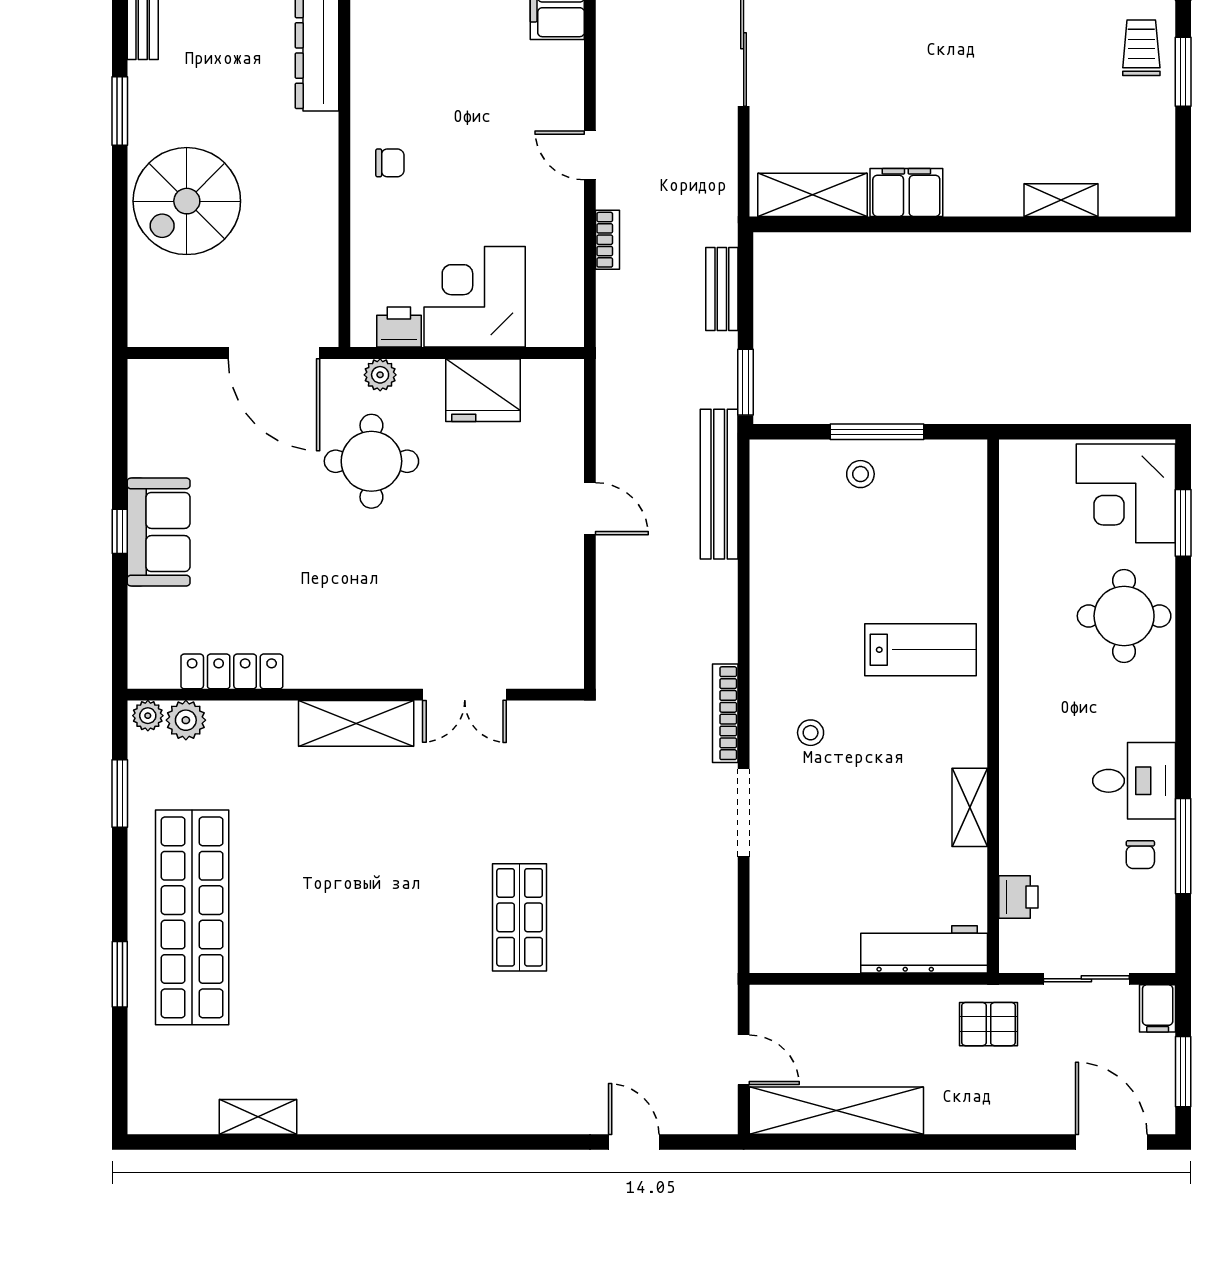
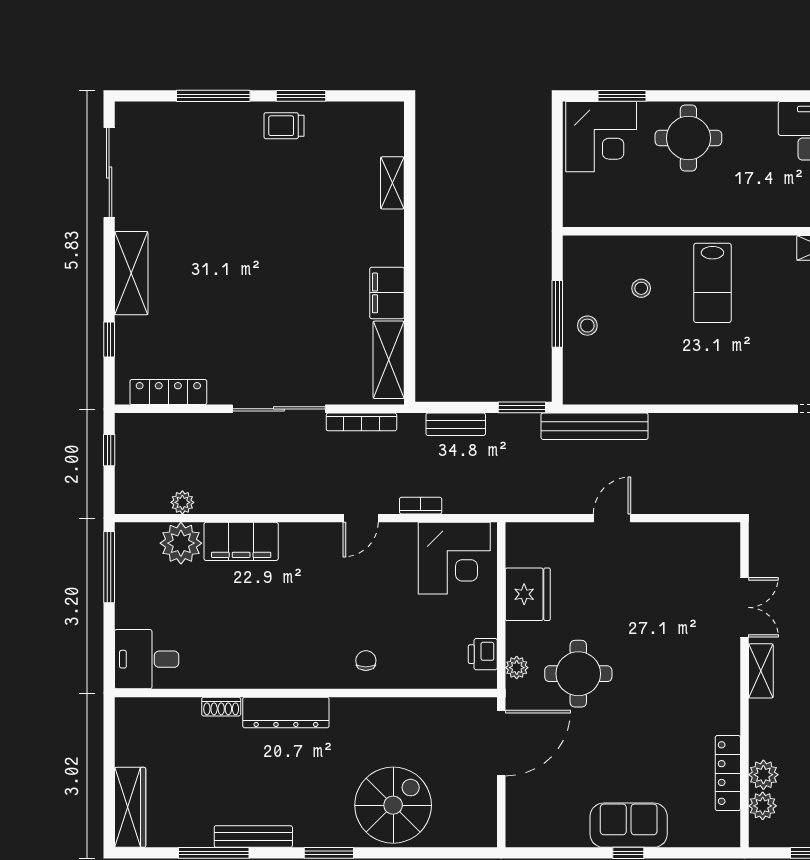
spiral stairs: (187, 201) -> (393, 805), turned -90
corner desk: (475, 297) -> (454, 558), moved, turned -90
lab bench: (921, 650) -> (712, 283), turned 180
bookcase: (725, 713) -> (361, 422), moved
plant: (148, 716) -> (763, 775), moved, width x1.38, depth x1.38
shelving: (356, 723) -> (761, 671), width x0.67, depth x0.75
stool: (811, 733) -> (641, 288), moved

